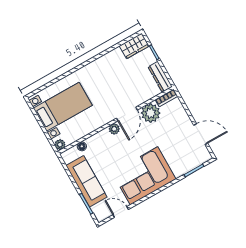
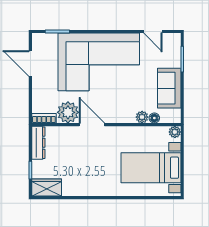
door: (127, 114) -> (92, 125), hinge flipped
plant: (114, 129) -> (142, 117), moved
corner sofa: (144, 176) -> (99, 62), width x1.36, depth x1.36
sofa: (87, 181) -> (169, 88), width x0.73

